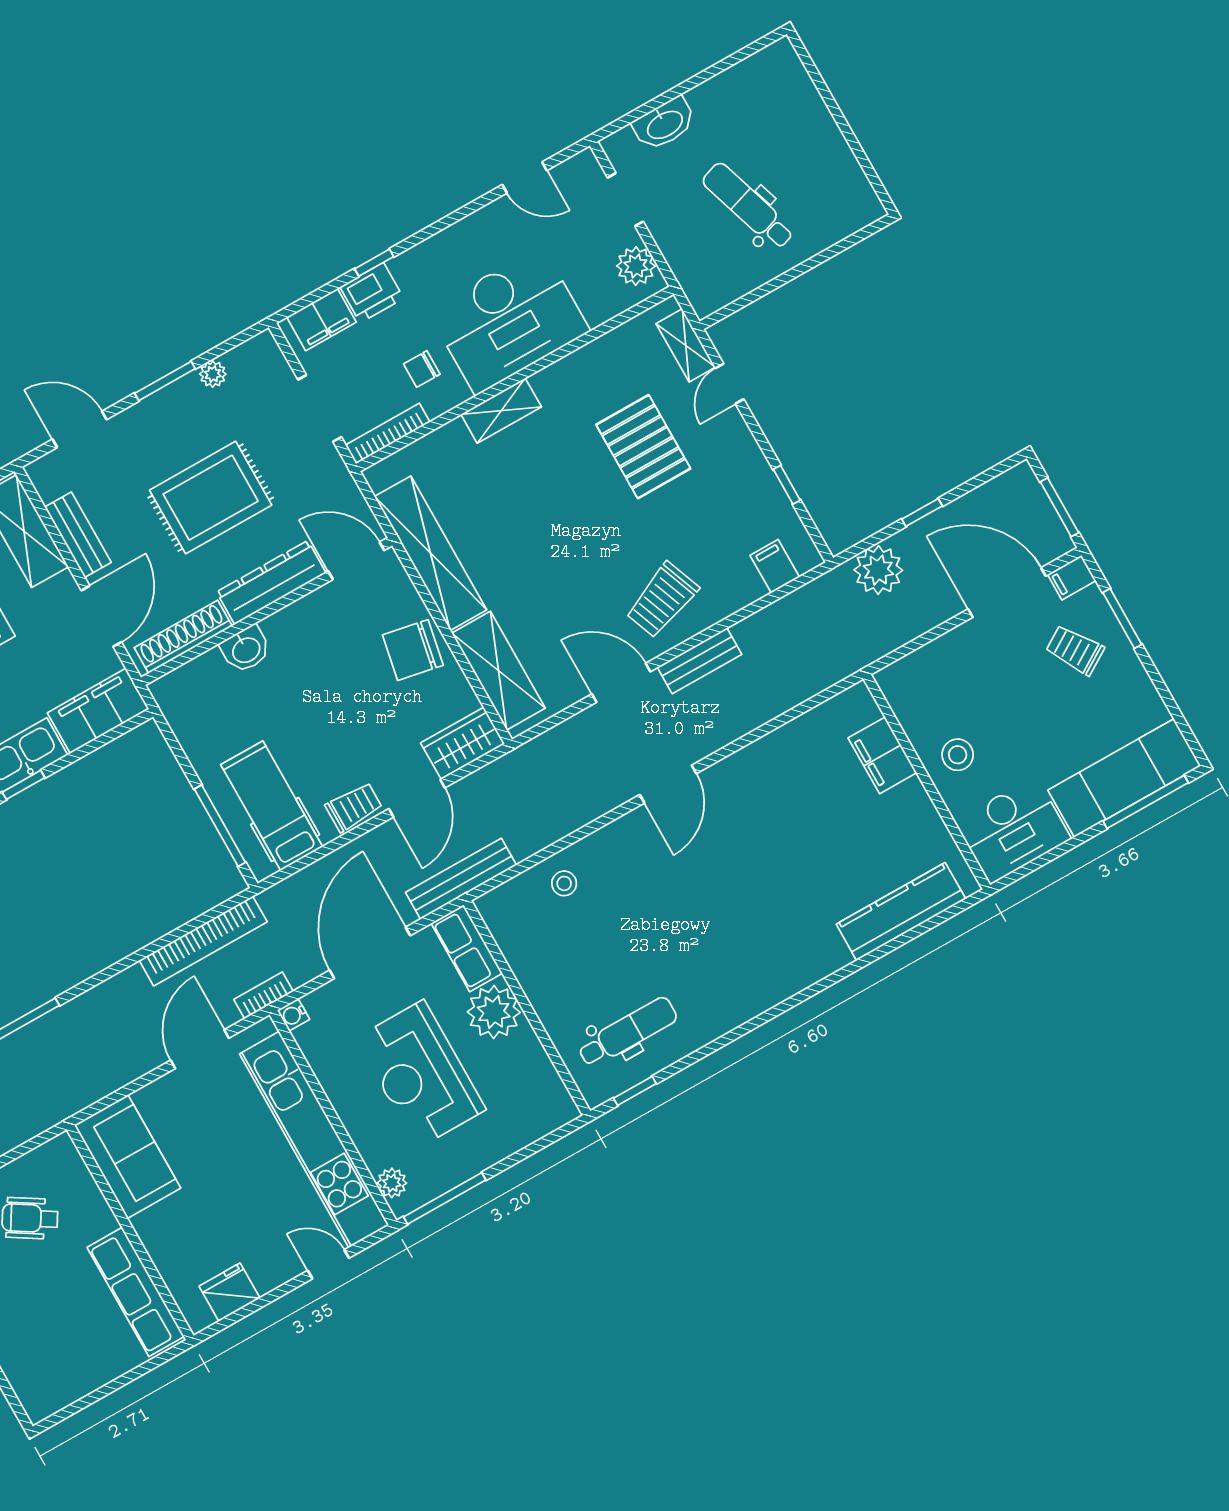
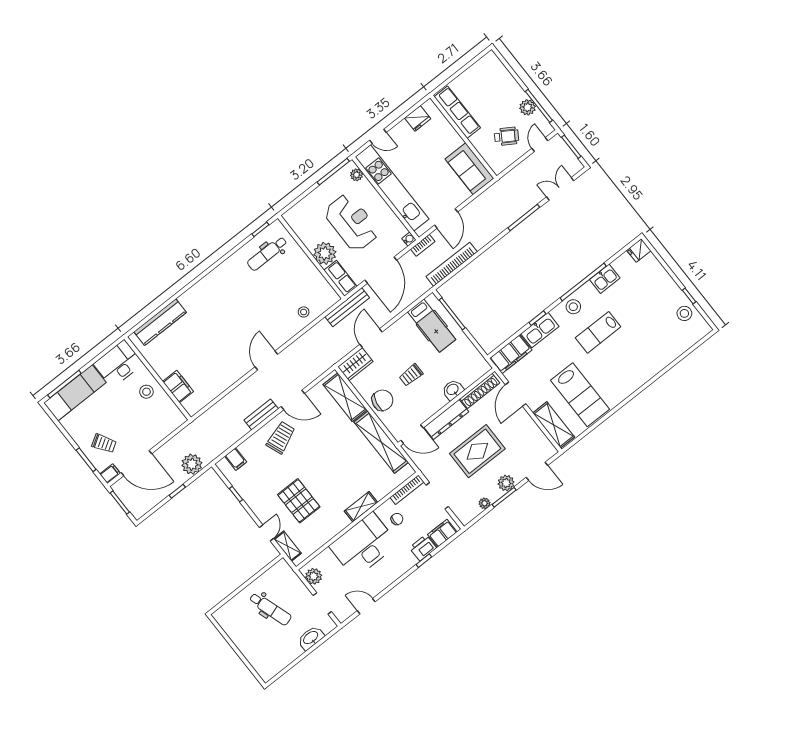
plant: (155, 413) -> (506, 483), added
bench: (78, 535) -> (531, 427), removed
trolley: (354, 807) -> (411, 375), moved

